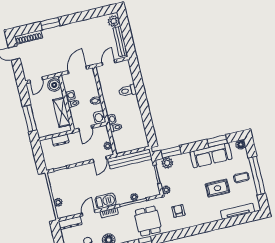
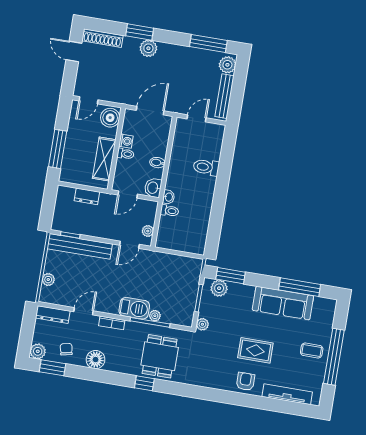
window: (96, 13) -> (208, 44), added
plant: (60, 31) -> (148, 48), added
window: (217, 141) -> (300, 287), width x1.44
floor lamp: (241, 144) -> (329, 305), removed
bench: (130, 159) -> (80, 246), moved
rug: (217, 188) -> (255, 350), moved
barbecue: (106, 201) -> (134, 308), moved
armchair: (178, 211) -> (245, 381), moved

